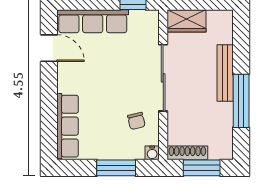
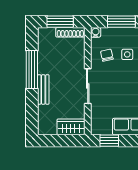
bench: (225, 73) -> (43, 89), width x0.73
sliding door: (163, 78) -> (88, 86), width x0.73
side table: (108, 122) -> (127, 54), added

